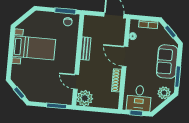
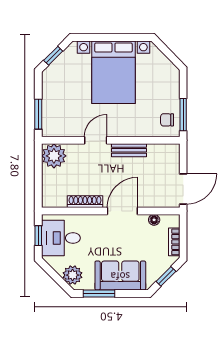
bed with nightstands: (34, 48) -> (113, 72), width x1.36
door: (76, 82) -> (96, 140), moved

